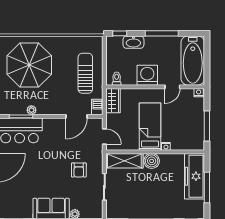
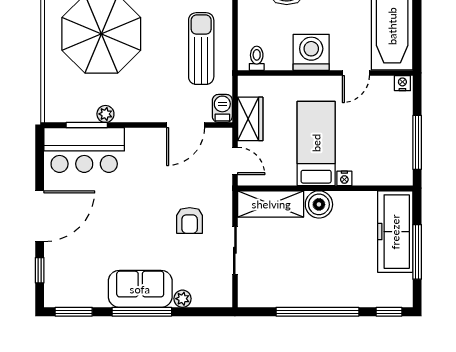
wardrobe: (113, 101) -> (250, 119), moved

